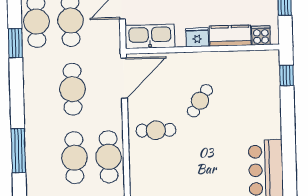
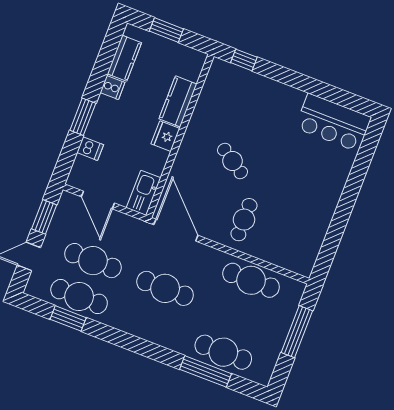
cooker: (261, 35) -> (191, 69), removed
kitchen sink: (150, 36) -> (144, 193), width x0.73, depth x0.81
window: (15, 43) -> (68, 318), moved
cafe table: (74, 158) -> (223, 352), moved

